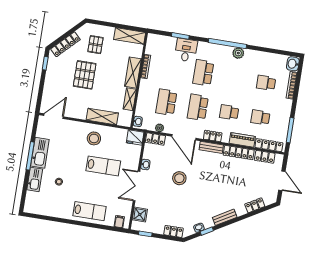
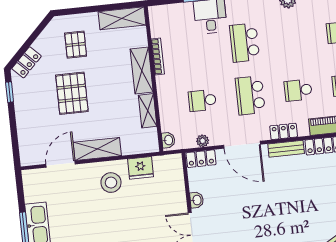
locker: (65, 44) -> (27, 62), width x0.66
school desk: (166, 102) -> (202, 100), width x0.54
door: (54, 116) -> (61, 164), moved
shelving: (102, 117) -> (97, 149), moved
fridge: (135, 137) -> (140, 168), moved
lab bench: (103, 166) -> (136, 219), removed
stool: (179, 178) -> (252, 207), removed

